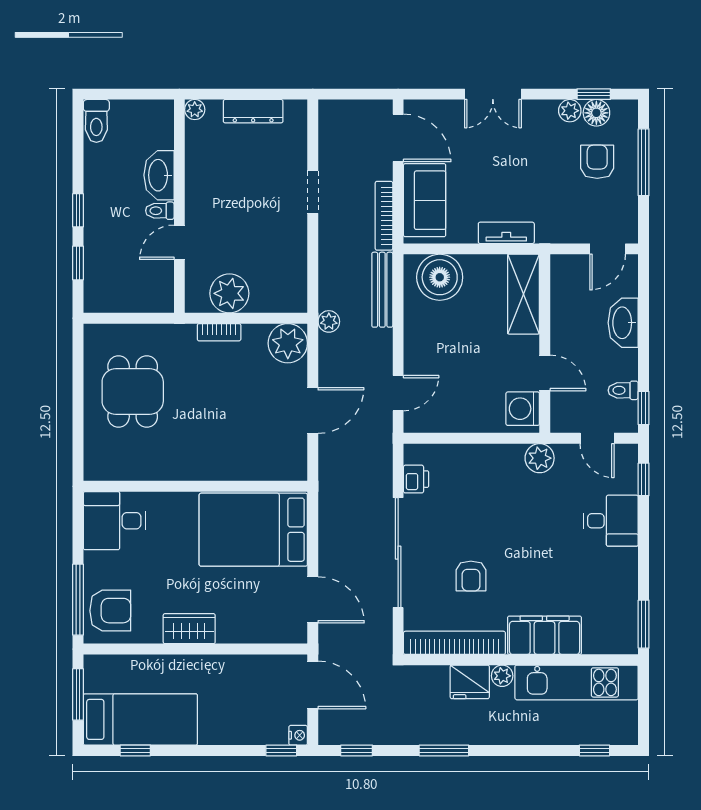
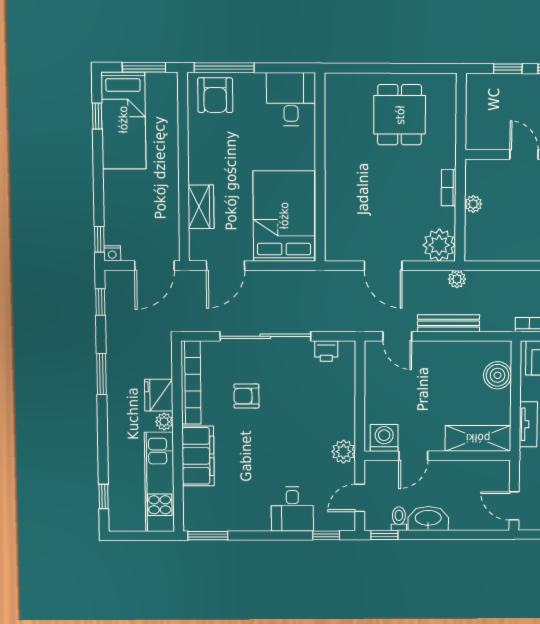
boiler: (440, 277) -> (498, 375), width x0.73, depth x0.73
bench: (382, 290) -> (449, 323), moved
plant: (229, 293) -> (473, 204), width x0.53, depth x0.53
washbasin: (623, 323) -> (428, 519), moved
dining table: (133, 392) -> (400, 115), turned 90
wardrobe: (189, 629) -> (201, 207), moved

